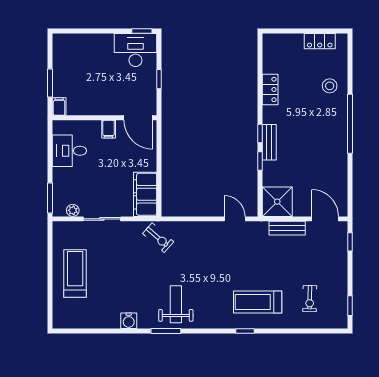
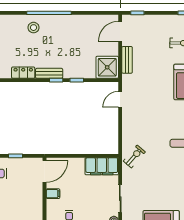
stool: (330, 86) -> (34, 28), moved
bench: (269, 142) -> (49, 73), moved

